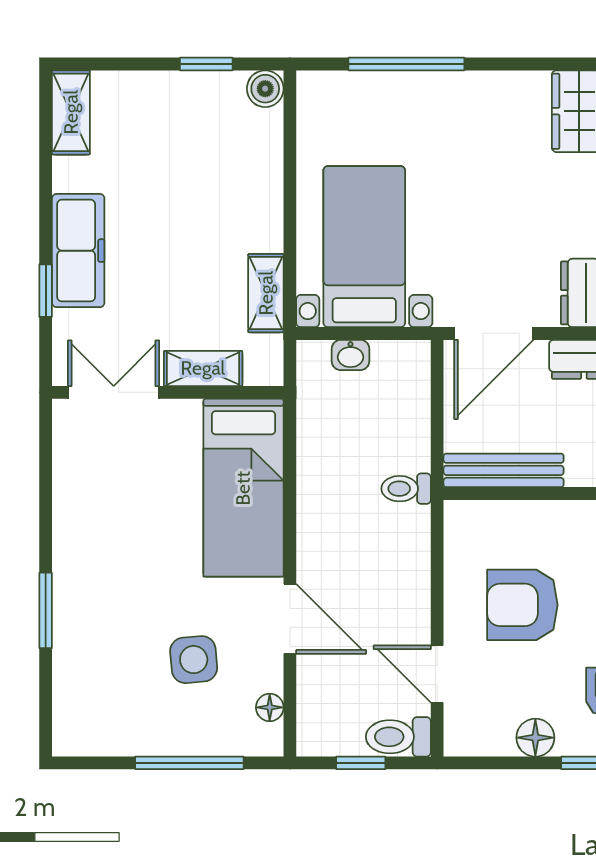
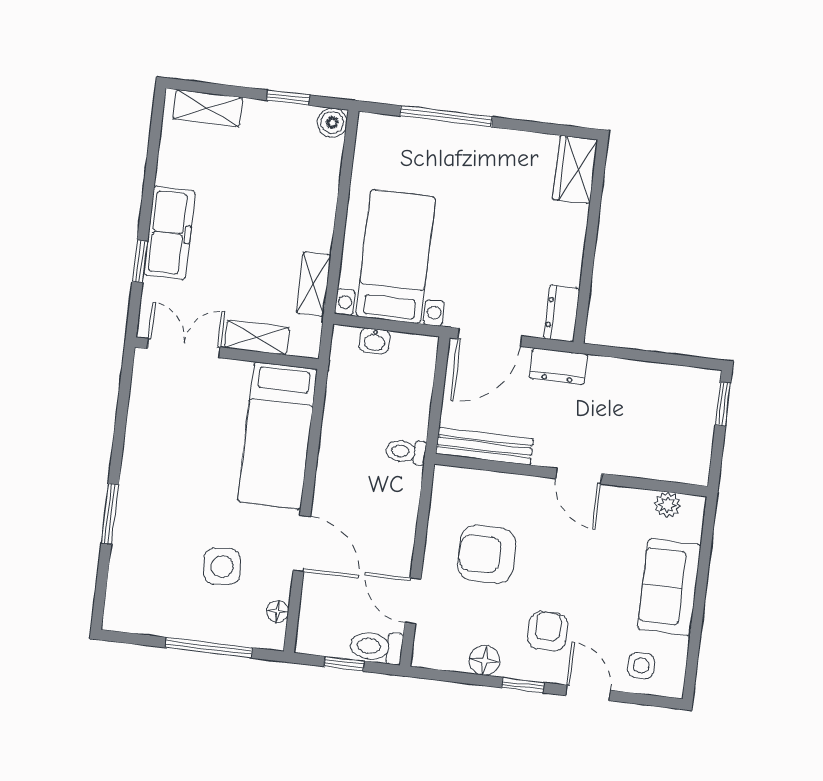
shelving: (71, 112) -> (208, 108), moved, turned 90

